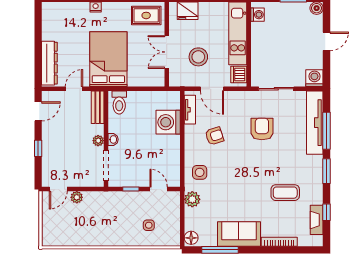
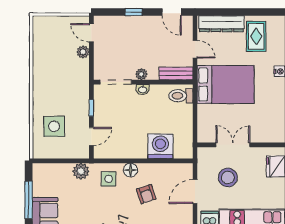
rug: (146, 15) -> (256, 36), moved
tv unit: (190, 110) -> (173, 169), removed
side table: (149, 225) -> (54, 126), width x1.87, depth x1.87
floor lamp: (191, 238) -> (130, 170), moved

